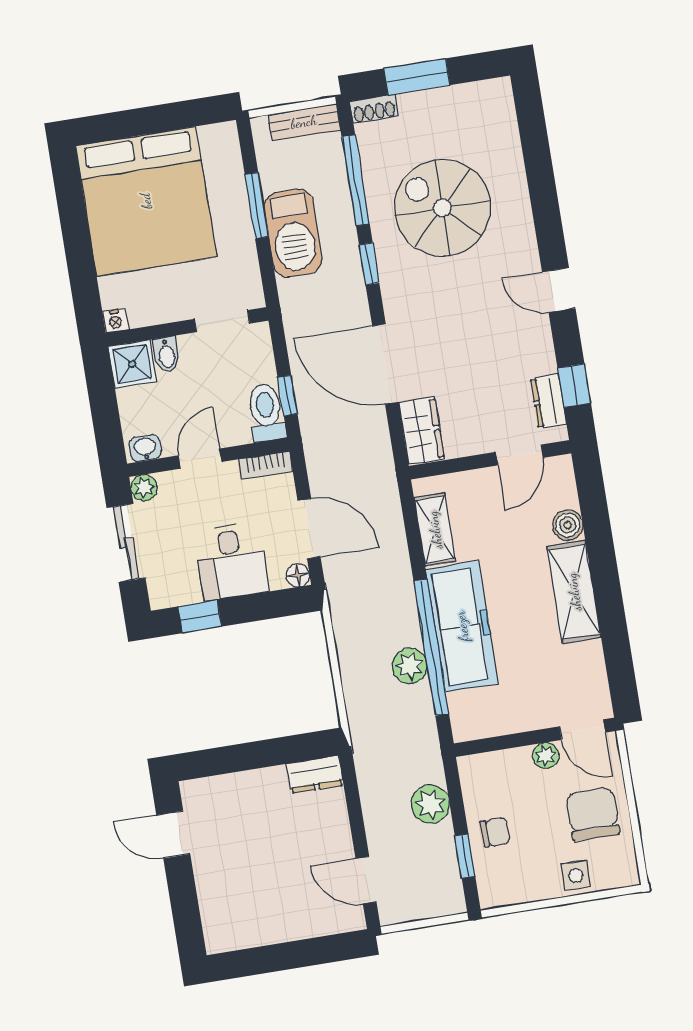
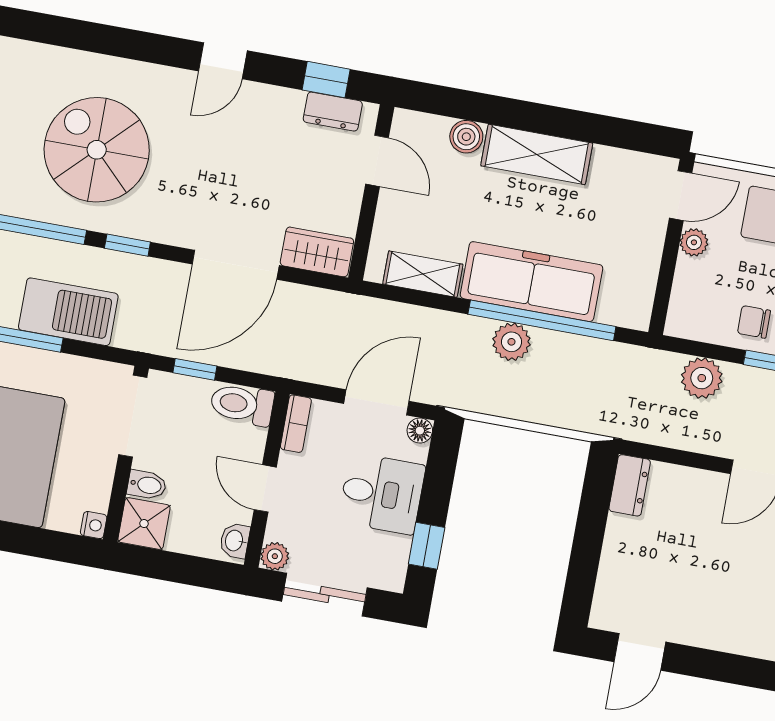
spiral stairs: (443, 208) -> (97, 150), turned 90
doorway: (222, 321) -> (133, 416), width x1.38
window: (287, 396) -> (195, 369), moved
plant: (410, 666) -> (511, 342), moved
chair: (495, 832) -> (754, 322), turned -90

